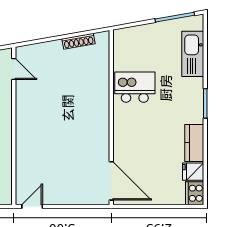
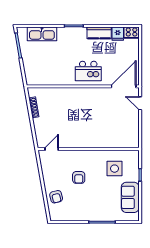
kitchen island: (135, 87) -> (88, 71), moved, turned -90
door: (32, 206) -> (140, 103), moved

